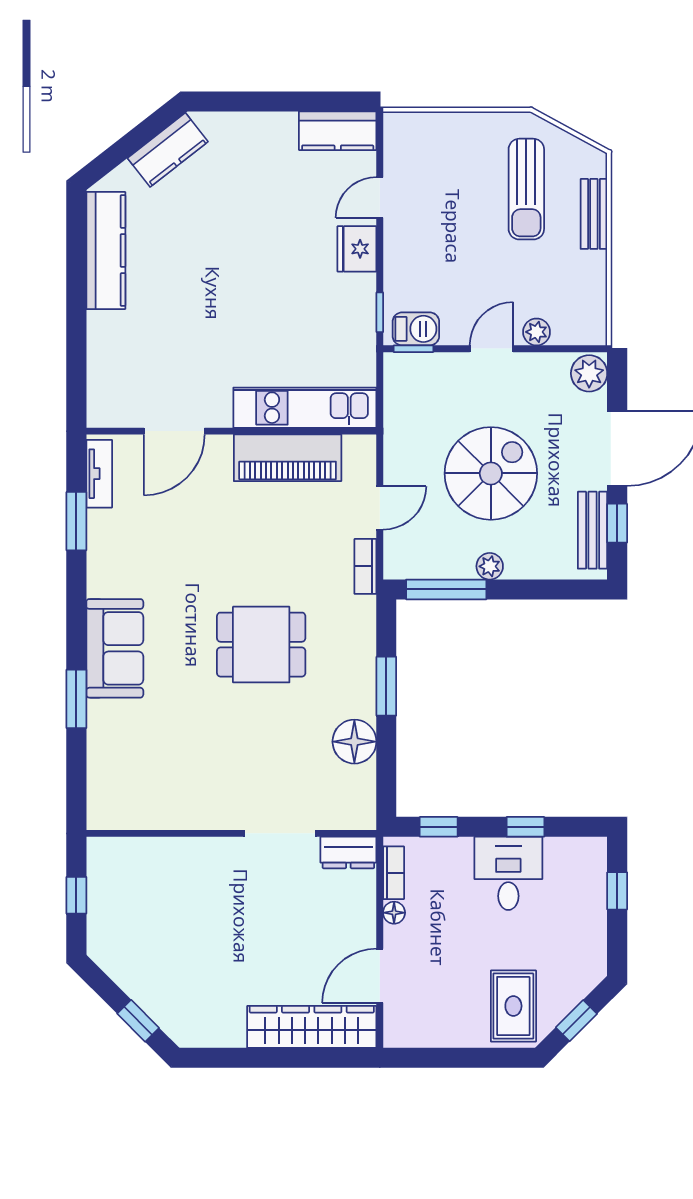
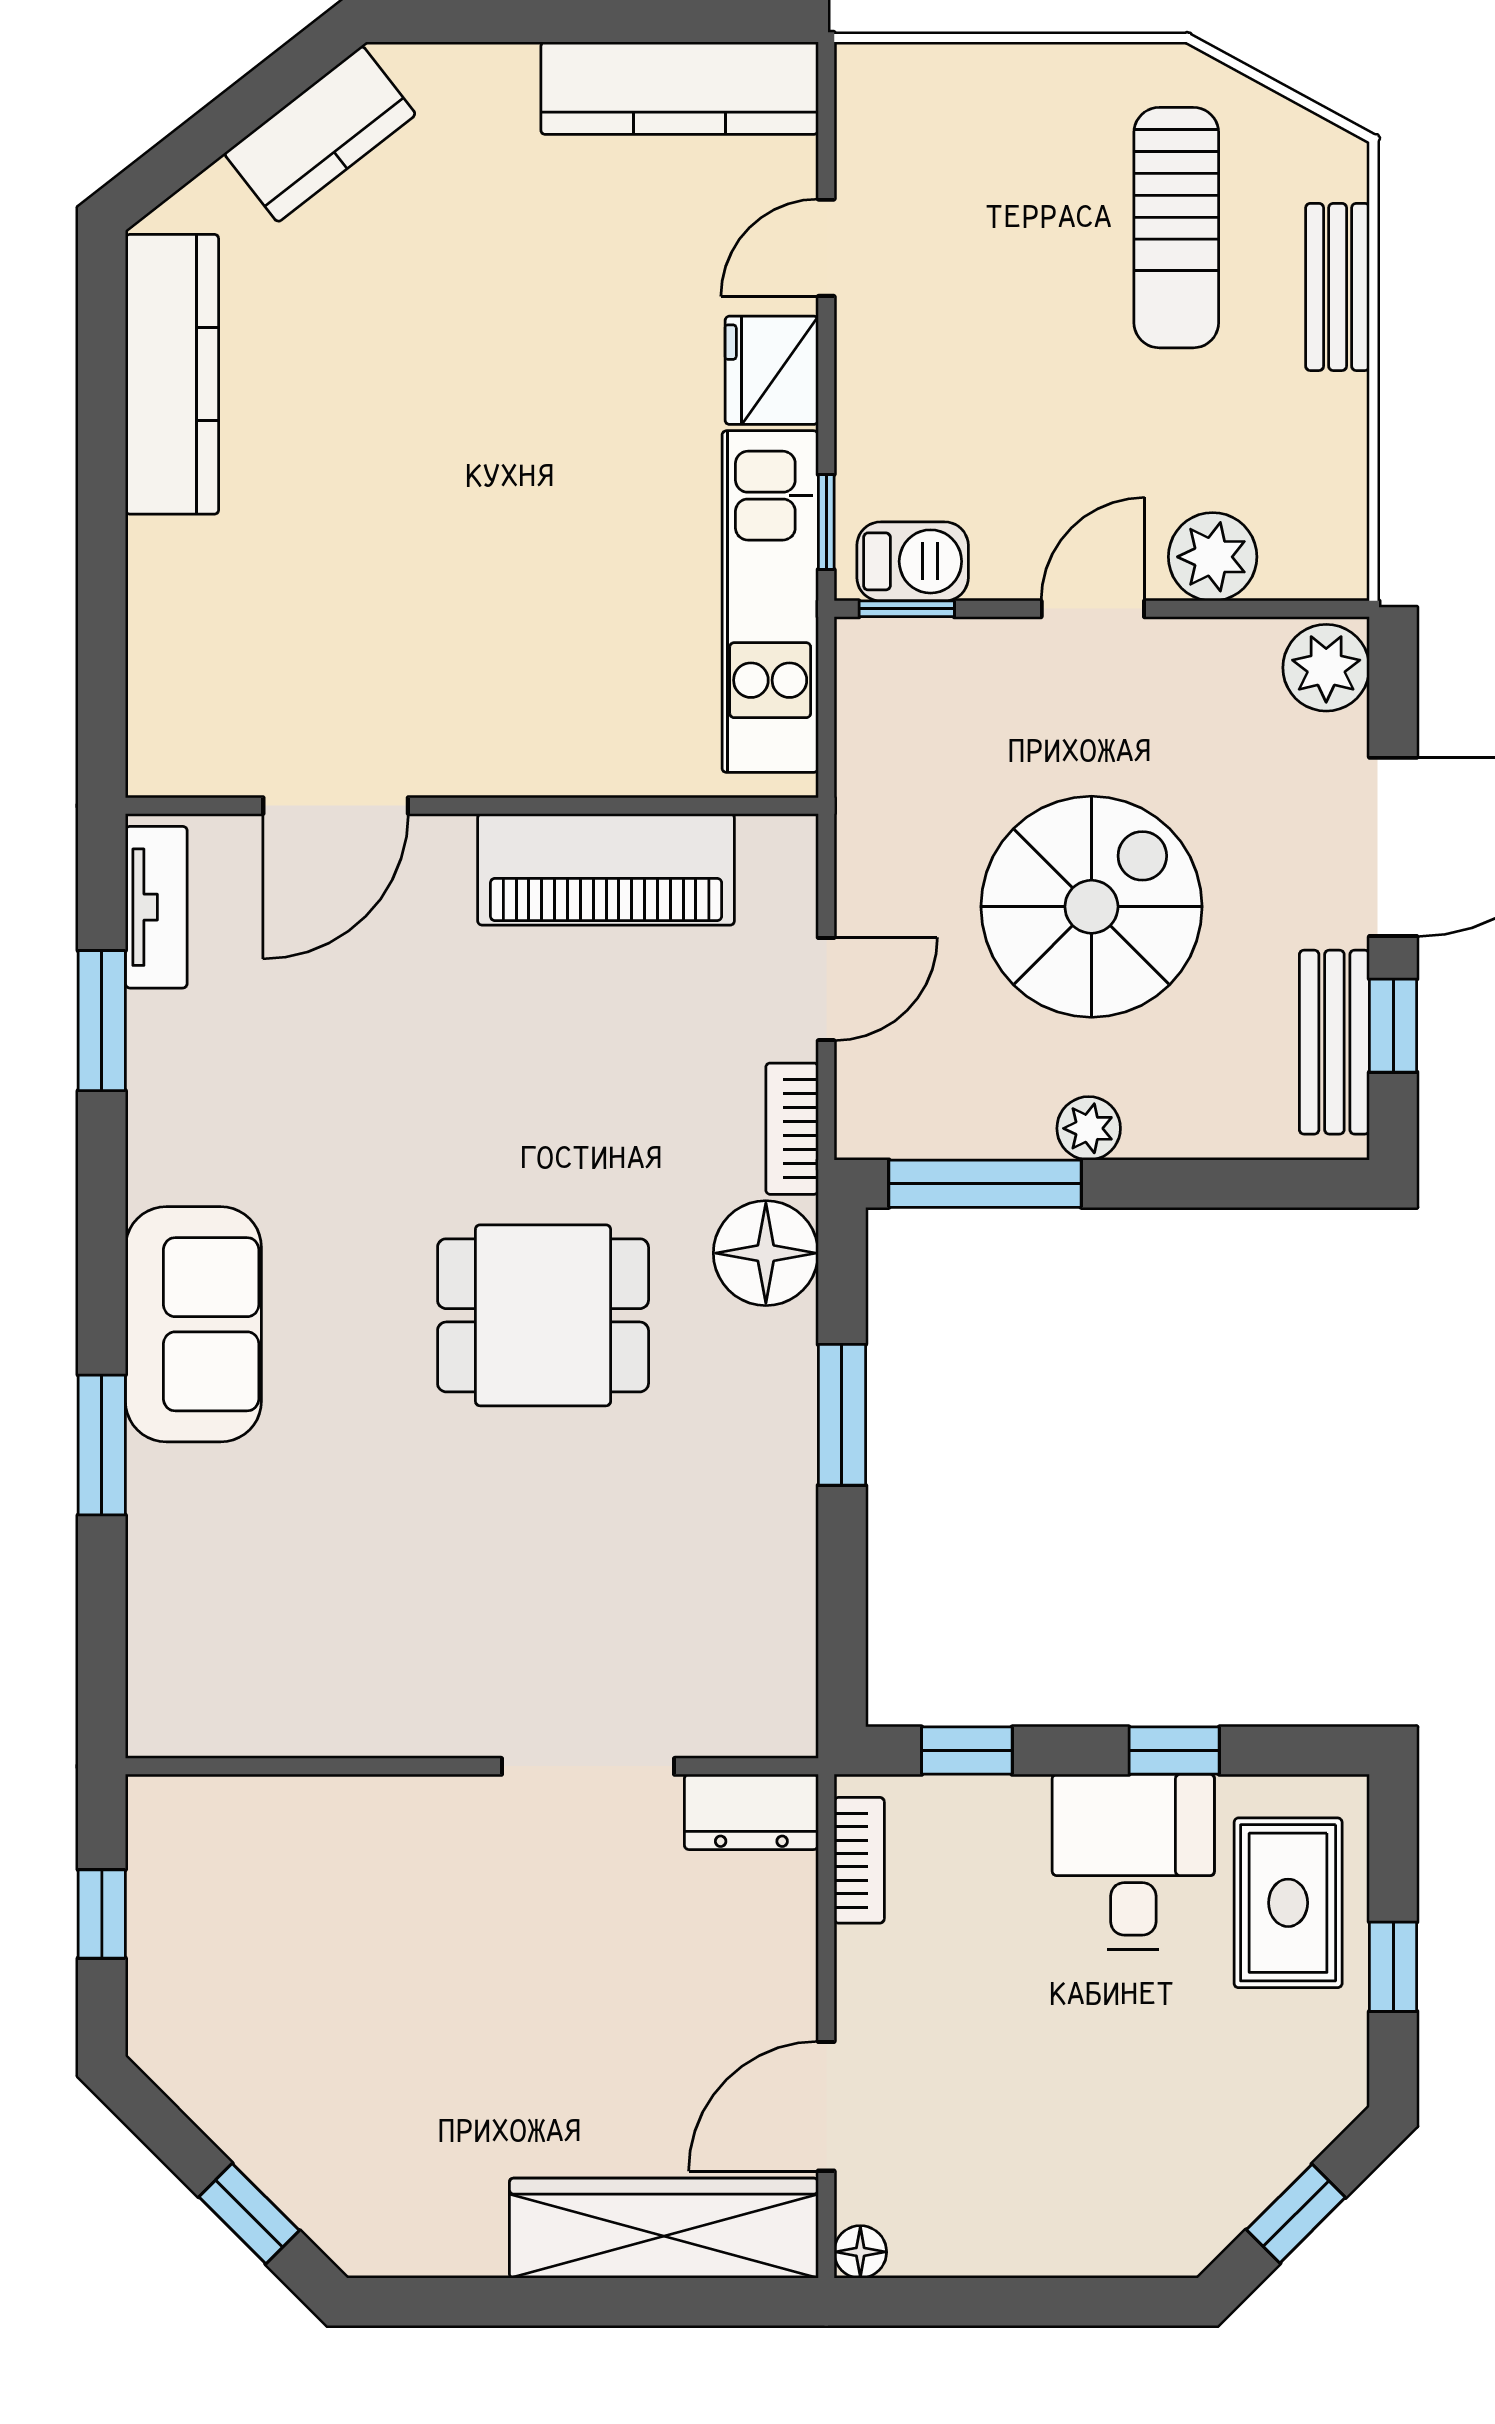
kitchen counter: (338, 131) -> (680, 88), width x1.50
plant: (537, 332) -> (1213, 557), width x1.38, depth x1.38
kitchen unit: (305, 408) -> (770, 602), moved, turned -90
floor lamp: (354, 742) -> (766, 1253), moved
window: (617, 891) -> (1393, 1967), moved
floor lamp: (394, 913) -> (860, 2252), moved
rug: (513, 1006) -> (1288, 1903), moved

